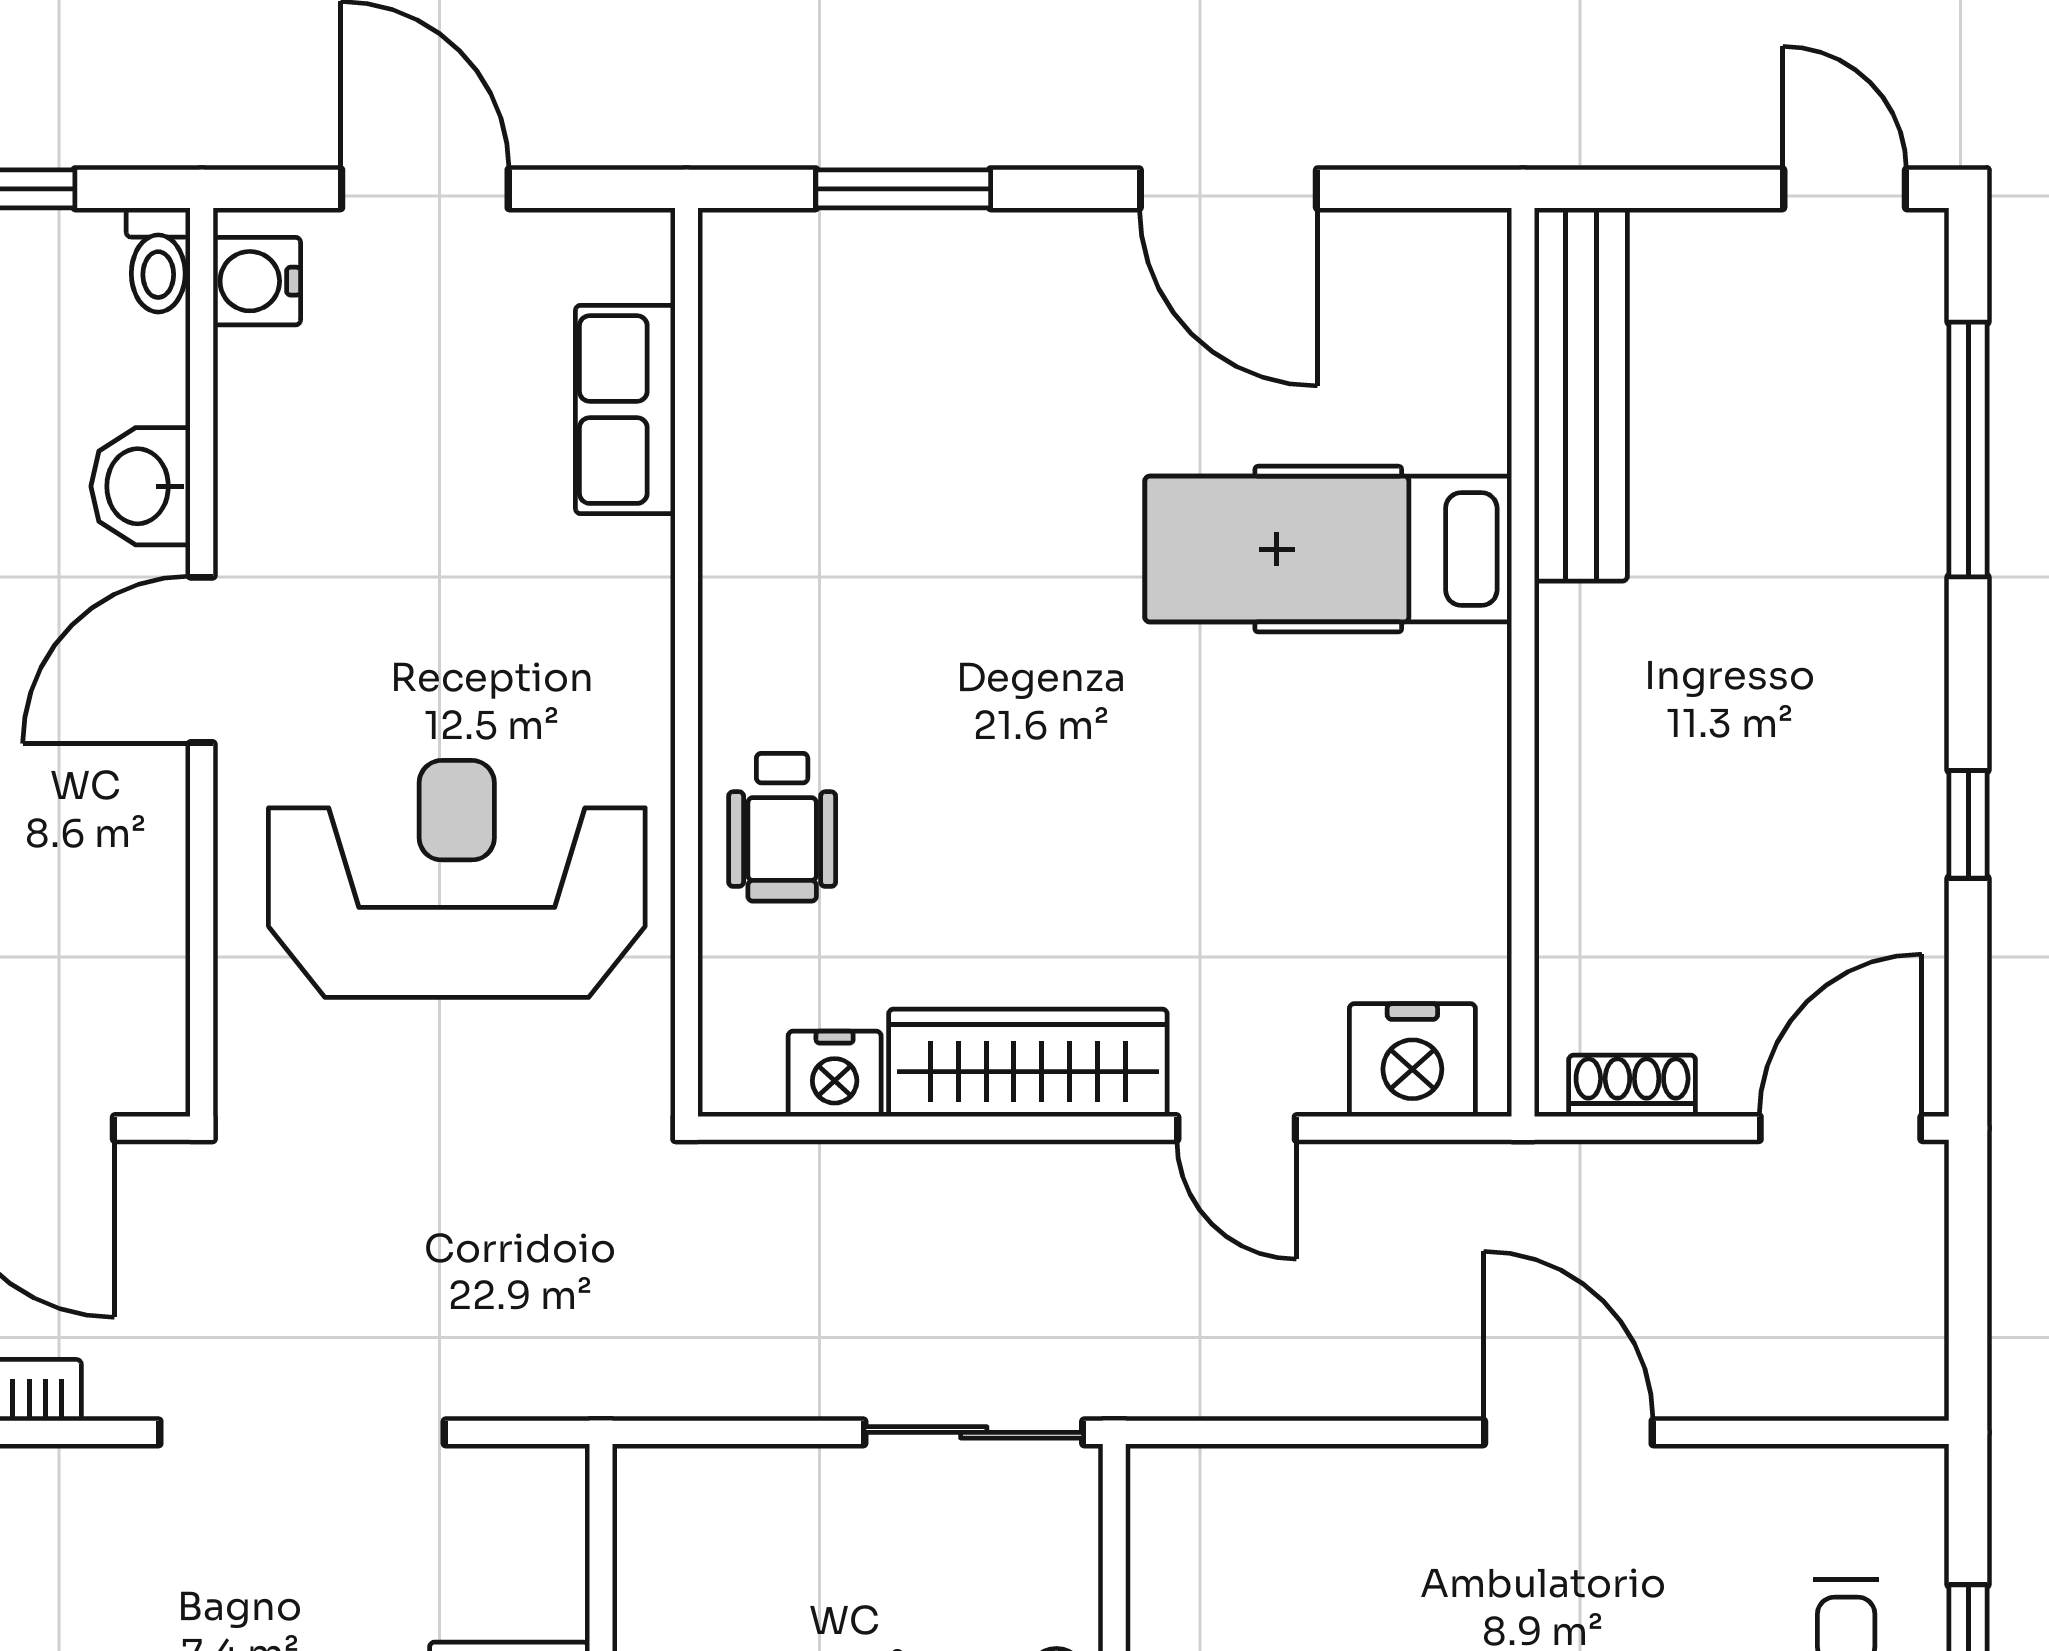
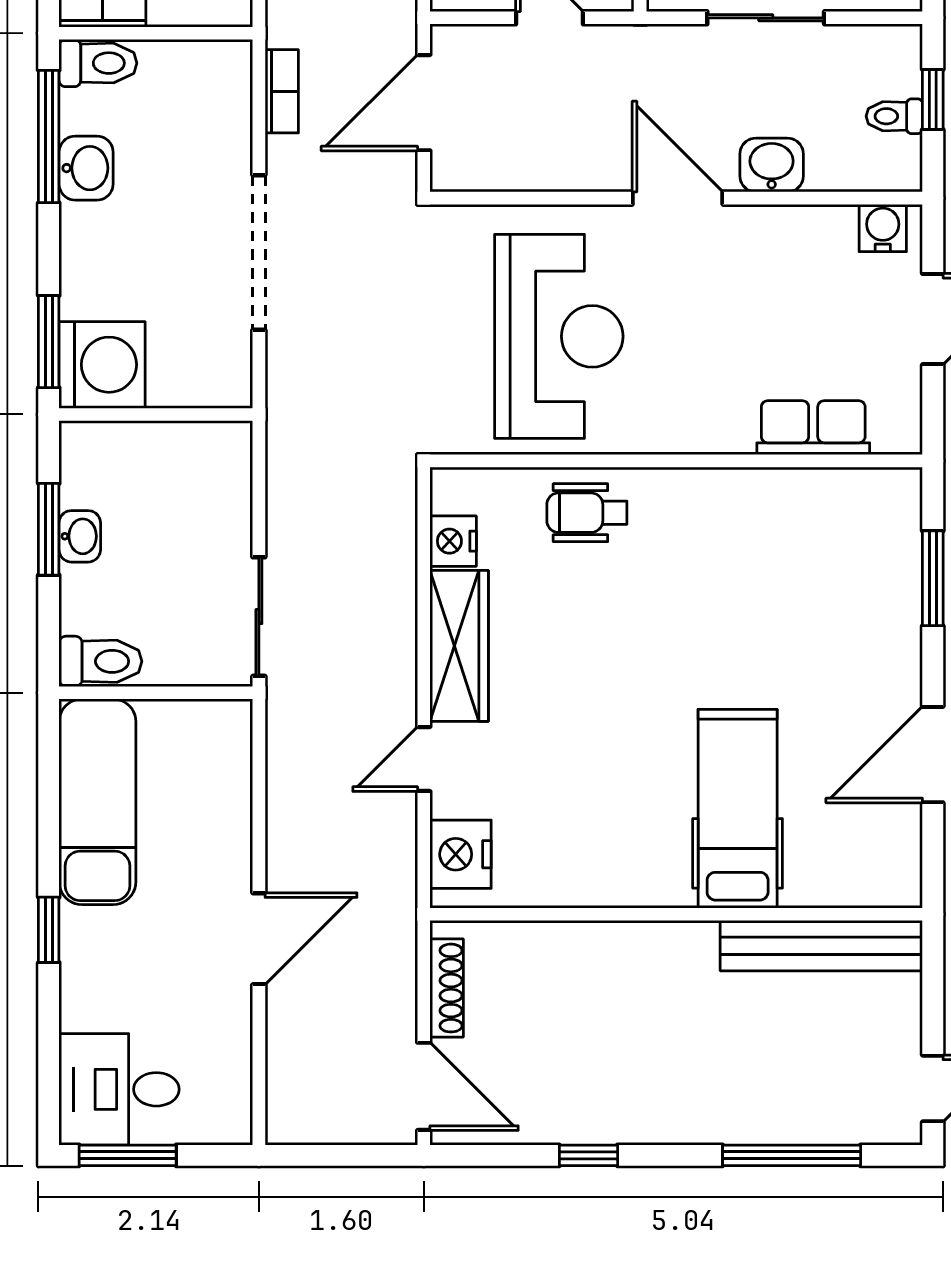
toilet: (158, 260) -> (894, 116), moved
shoe rack: (1632, 1086) -> (447, 988), width x1.43

